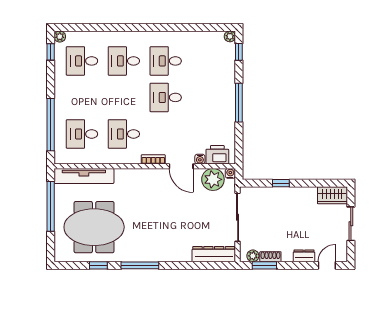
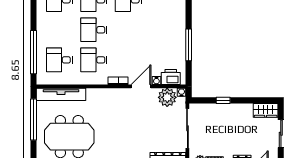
desk: (166, 97) -> (94, 30), moved
window: (239, 103) -> (189, 45), moved
door: (181, 166) -> (141, 86), swing flipped

